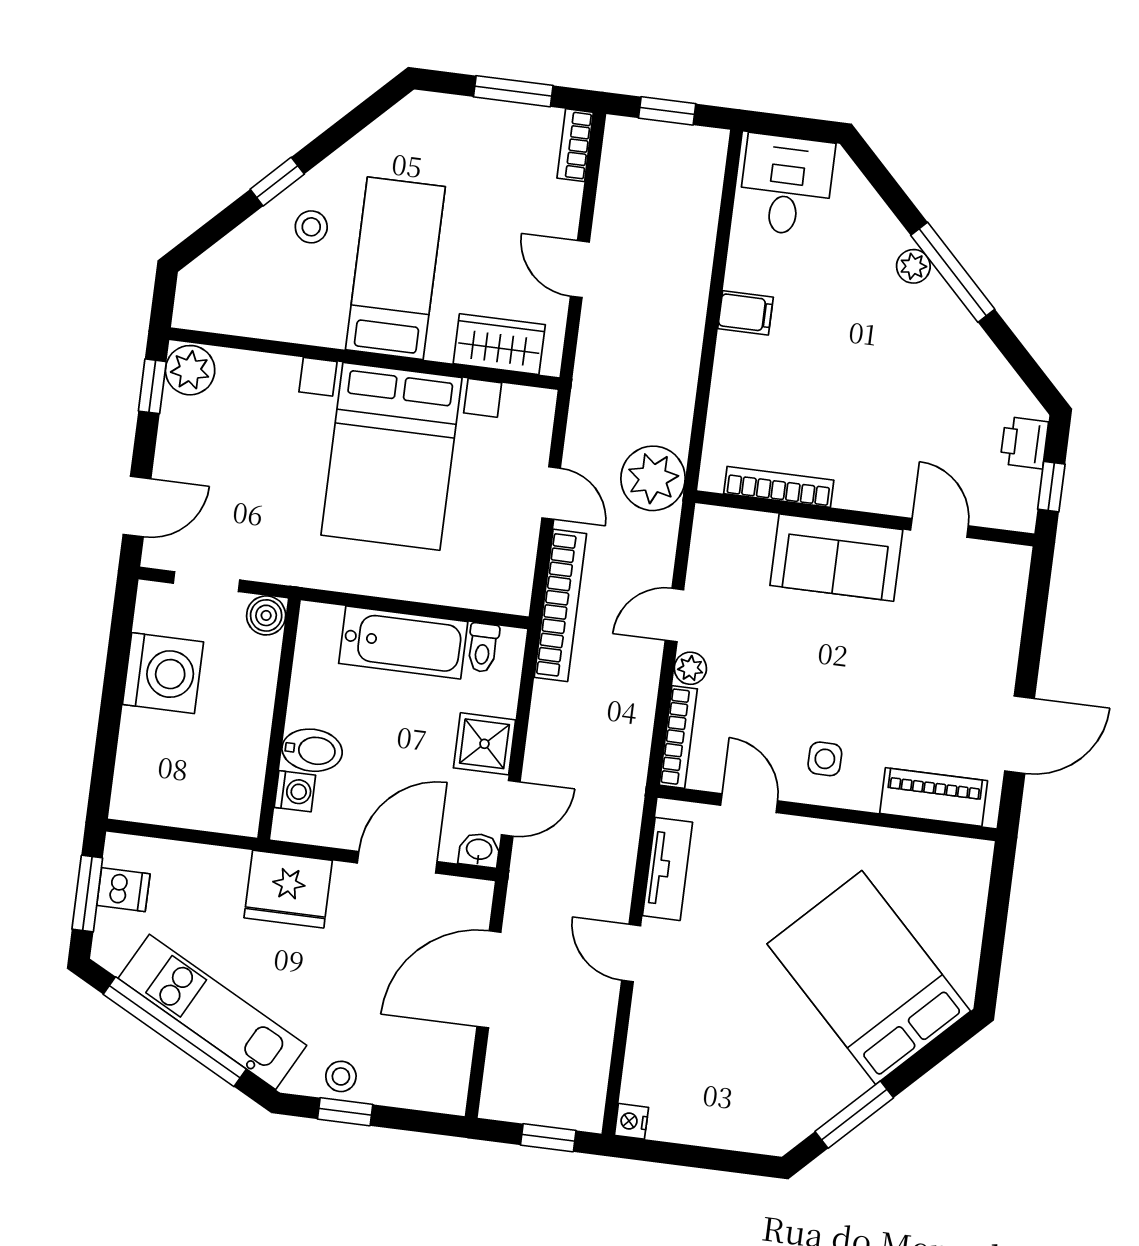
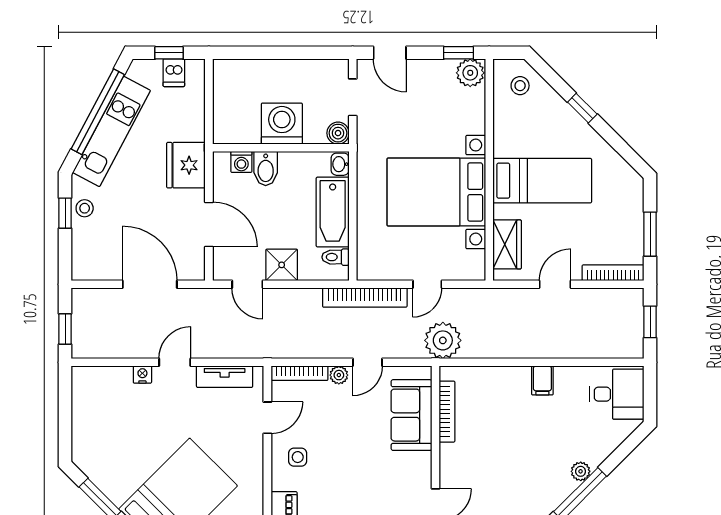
bookcase: (575, 145) -> (613, 273), width x1.56
stool: (311, 227) -> (520, 86), moved
sofa: (836, 558) -> (411, 415), moved
door: (674, 615) -> (368, 362), swing flipped
washing machine: (163, 673) -> (282, 124), moved, turned 180
washbasin: (479, 850) -> (340, 164), moved, turned 180
window: (87, 894) -> (169, 53), width x0.67
nightstand: (631, 1121) -> (142, 375), moved

